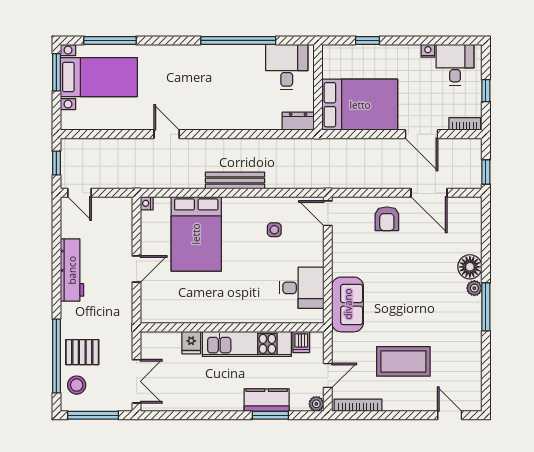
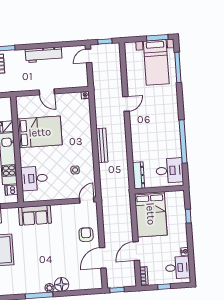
dresser: (298, 121) -> (138, 175), width x1.44
armchair: (387, 219) -> (86, 235), turned 91
bed: (196, 234) -> (40, 132), moved, turned 180
desk: (302, 288) -> (34, 178), moved, turned 90

